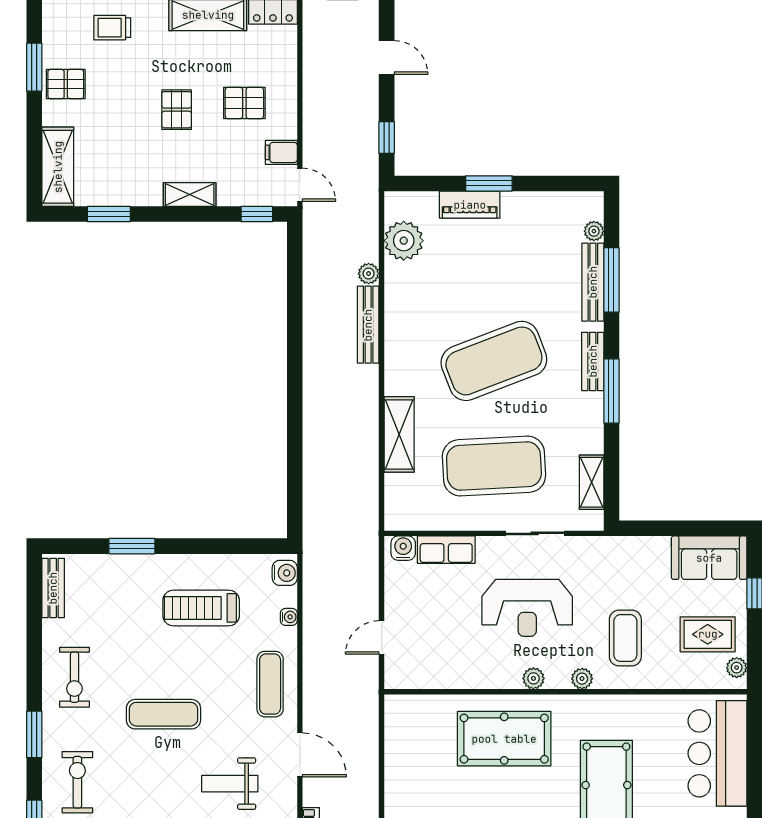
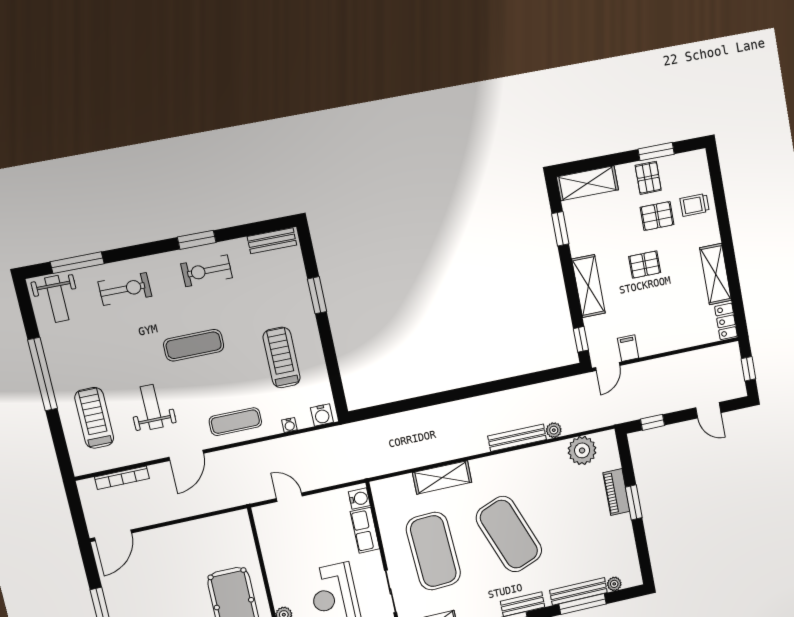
trolley: (112, 28) -> (695, 205), turned -90
door: (387, 58) -> (708, 410), hinge flipped
pallet: (244, 103) -> (657, 216), moved, turned 90
shelving: (190, 195) -> (588, 286), width x1.50, depth x1.33
exercise mat: (163, 714) -> (194, 345), turned 90
window: (34, 734) -> (197, 240), moved

